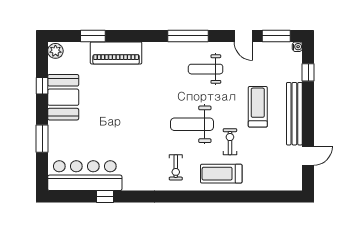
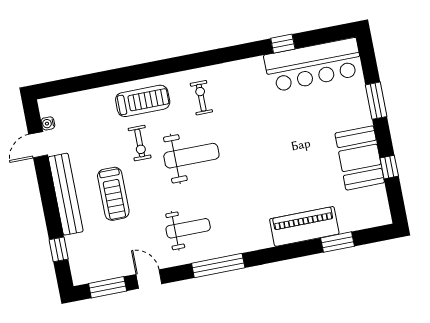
water cooler: (297, 47) -> (48, 123), moved
plant: (55, 51) -> (381, 214), removed

